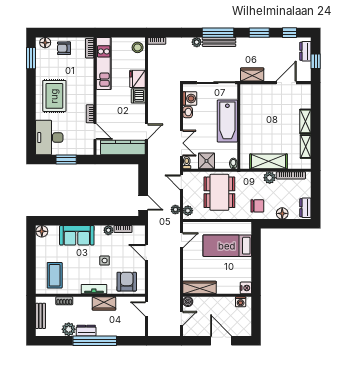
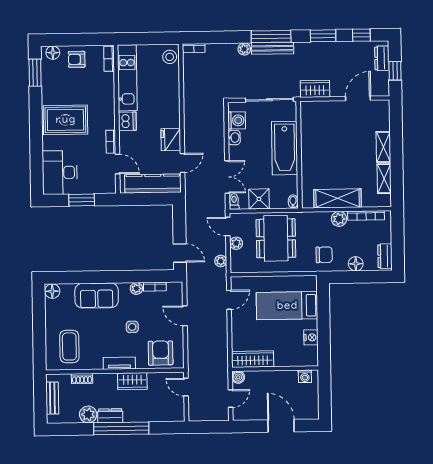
fridge: (137, 79) -> (171, 140), moved
rug: (54, 96) -> (65, 120), turned 90
dishwasher: (138, 96) -> (127, 121), moved, turned 180
plant: (188, 211) -> (236, 243), moved
nightstand: (246, 288) -> (311, 337), moved

